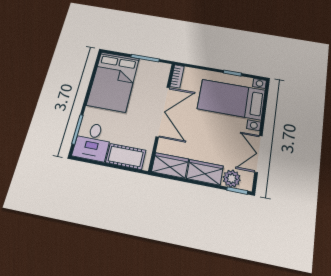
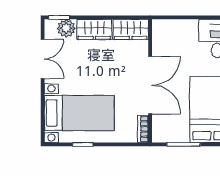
double door: (163, 112) -> (150, 85), swing flipped
cot: (126, 156) -> (178, 30), removed

